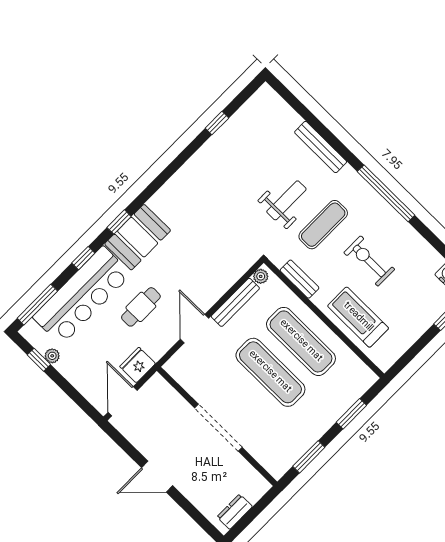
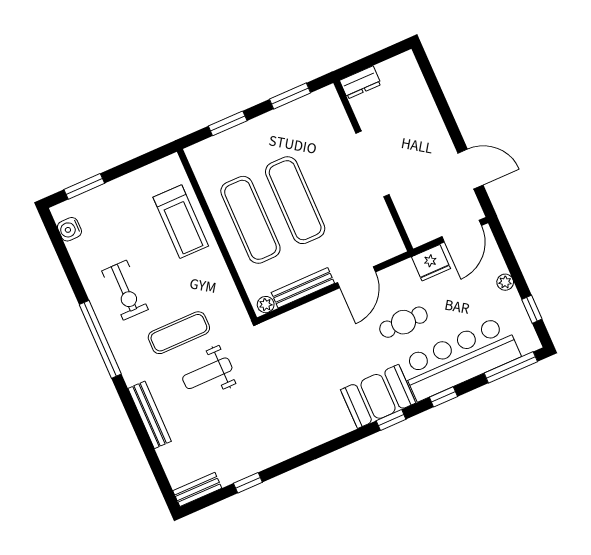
exercise bike: (369, 261) -> (125, 290), moved
bench: (300, 279) -> (197, 489), moved, turned 90
plant: (52, 356) -> (505, 282), moved
door: (157, 477) -> (470, 169), moved
dresser: (235, 512) -> (360, 82), moved

